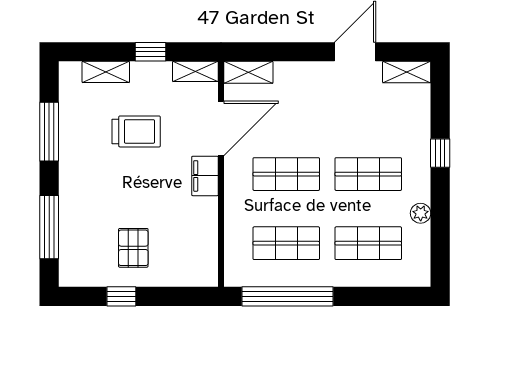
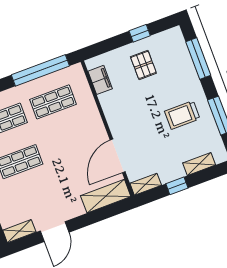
shelving: (248, 72) -> (106, 196), width x1.50, depth x1.33
trolley: (136, 131) -> (182, 115), moved
shop shelf: (286, 174) -> (68, 143), removed
filing cabinet: (205, 176) -> (100, 80), moved

